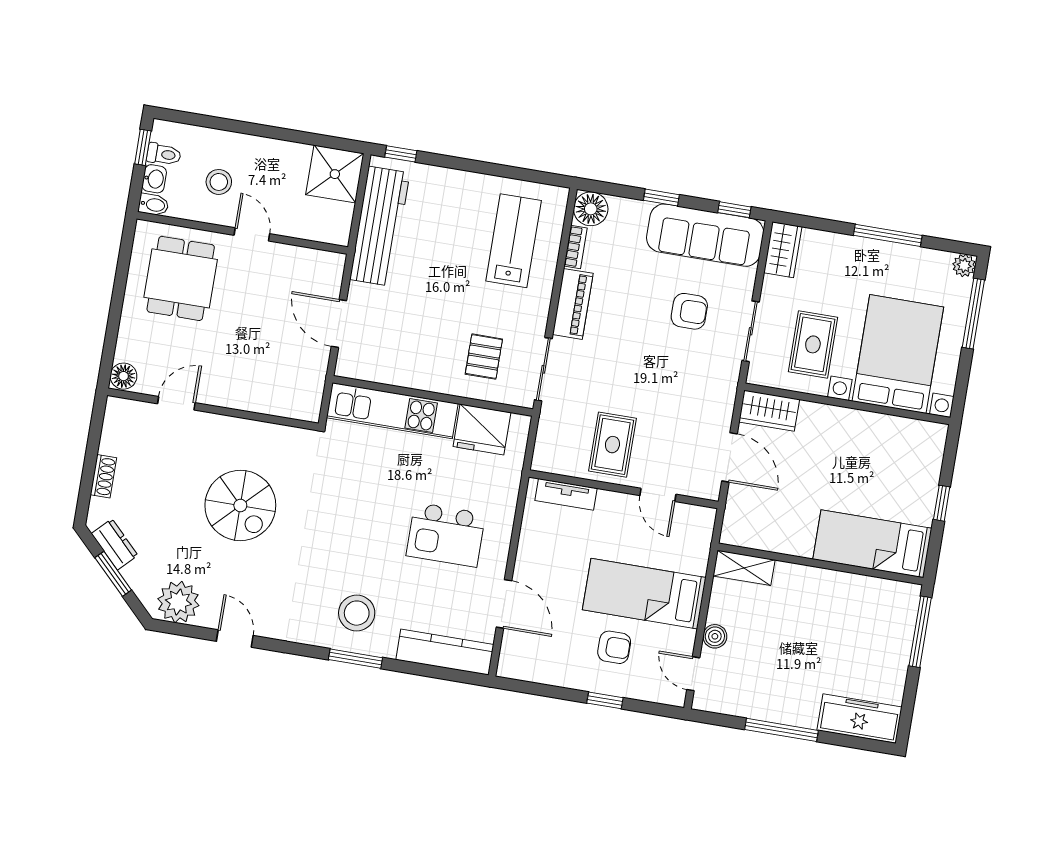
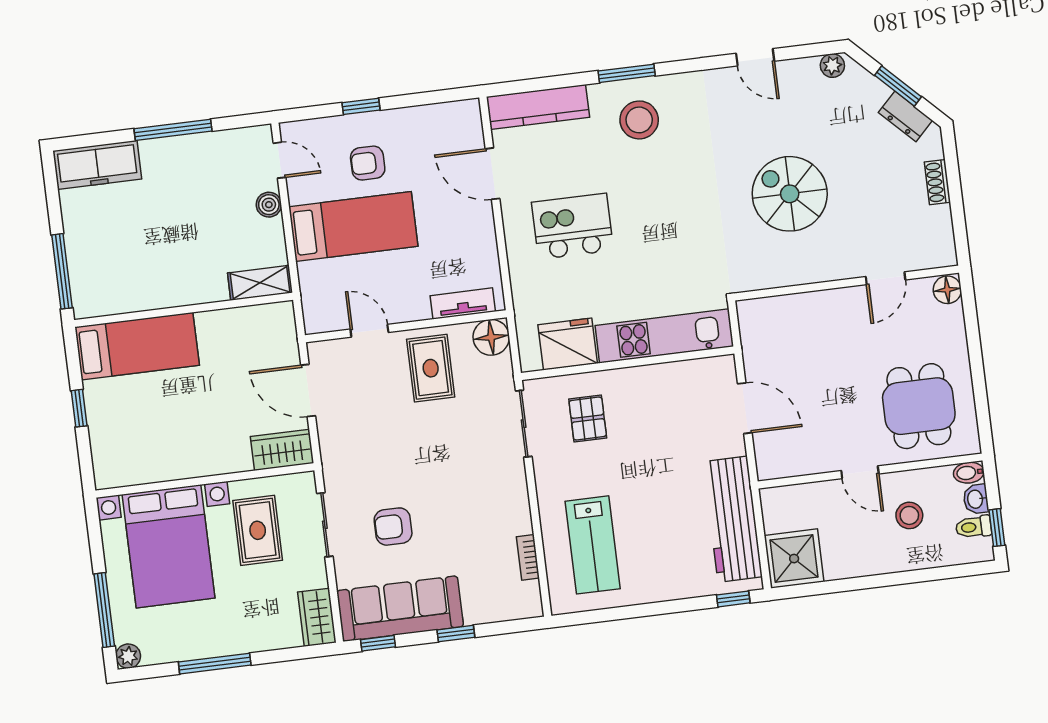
floor lamp: (591, 209) -> (491, 337), moved
piano: (573, 304) -> (513, 499), removed
plant: (178, 602) -> (832, 66), width x0.53, depth x0.53

